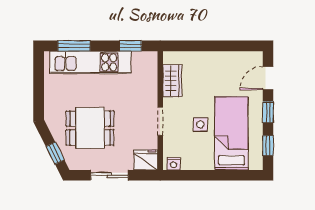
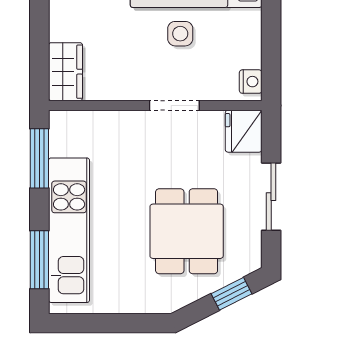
window: (131, 46) -> (39, 158), width x1.50
wardrobe: (172, 81) -> (65, 72), moved, turned 90

